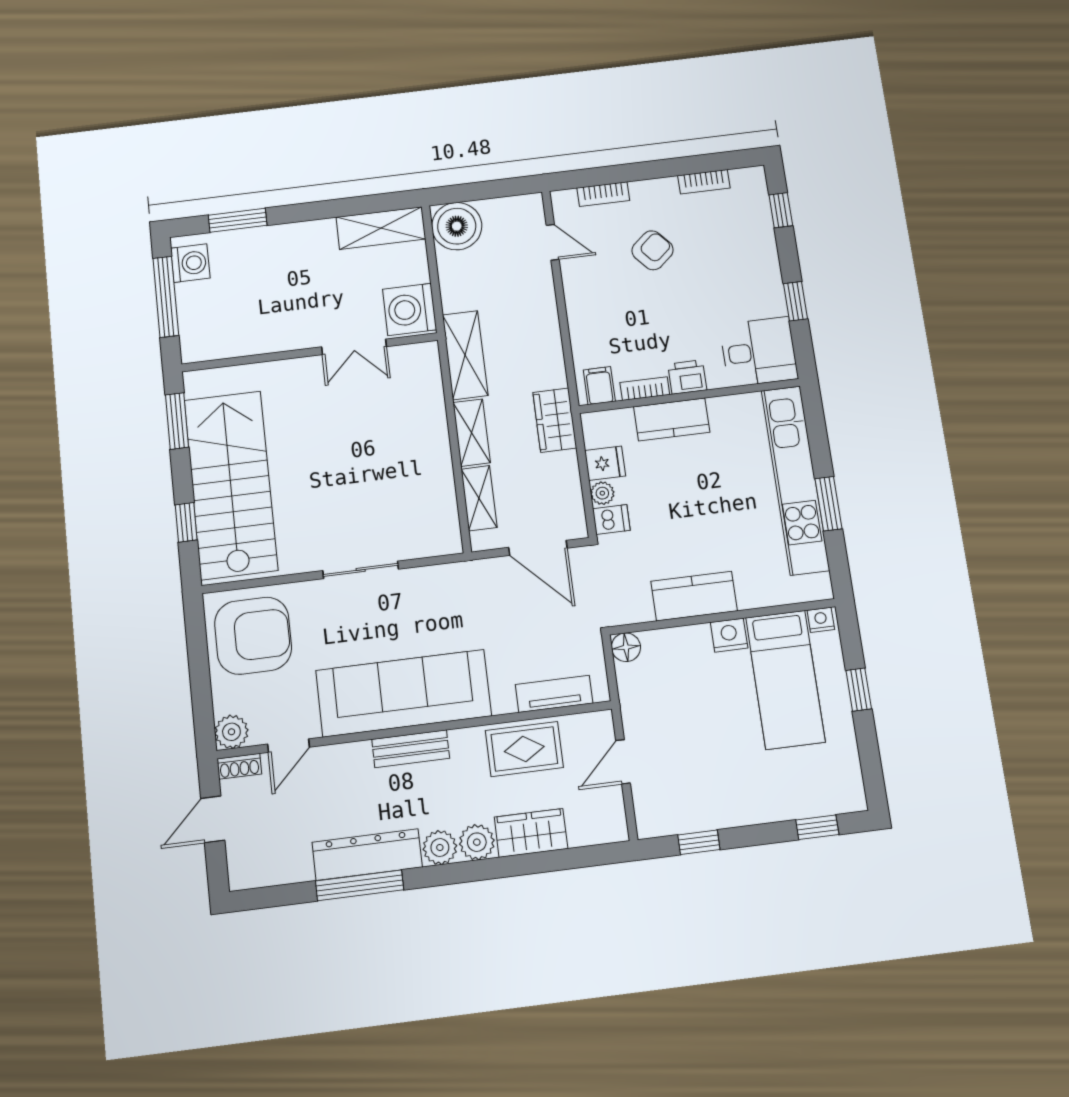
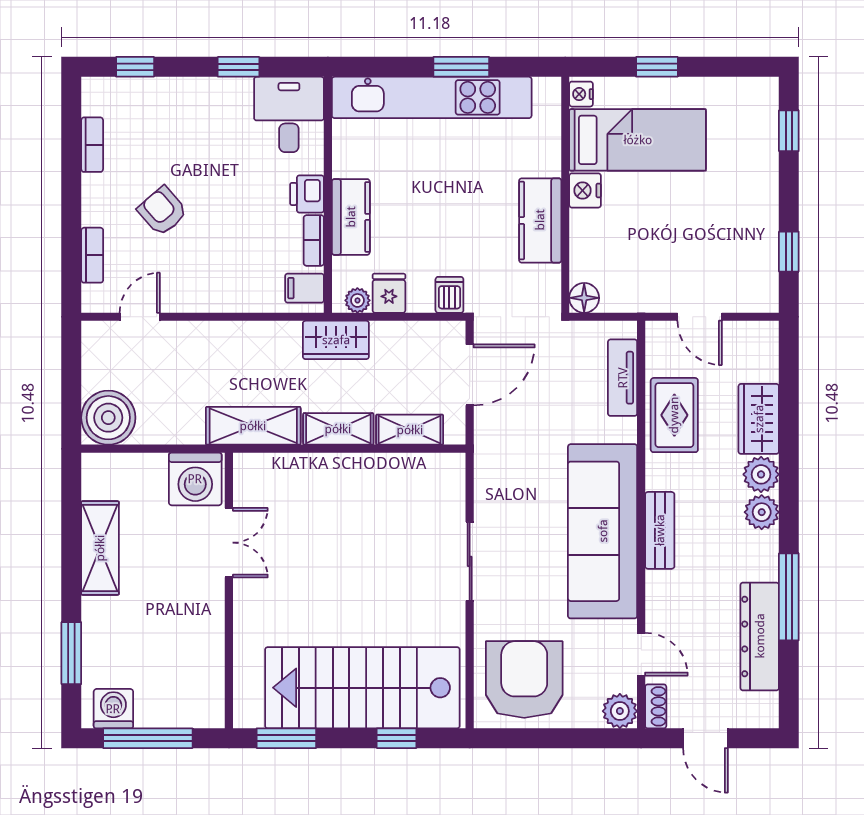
shelving: (381, 228) -> (100, 548), moved
plant: (602, 493) -> (357, 300), moved
dresser: (367, 855) -> (760, 636), moved

